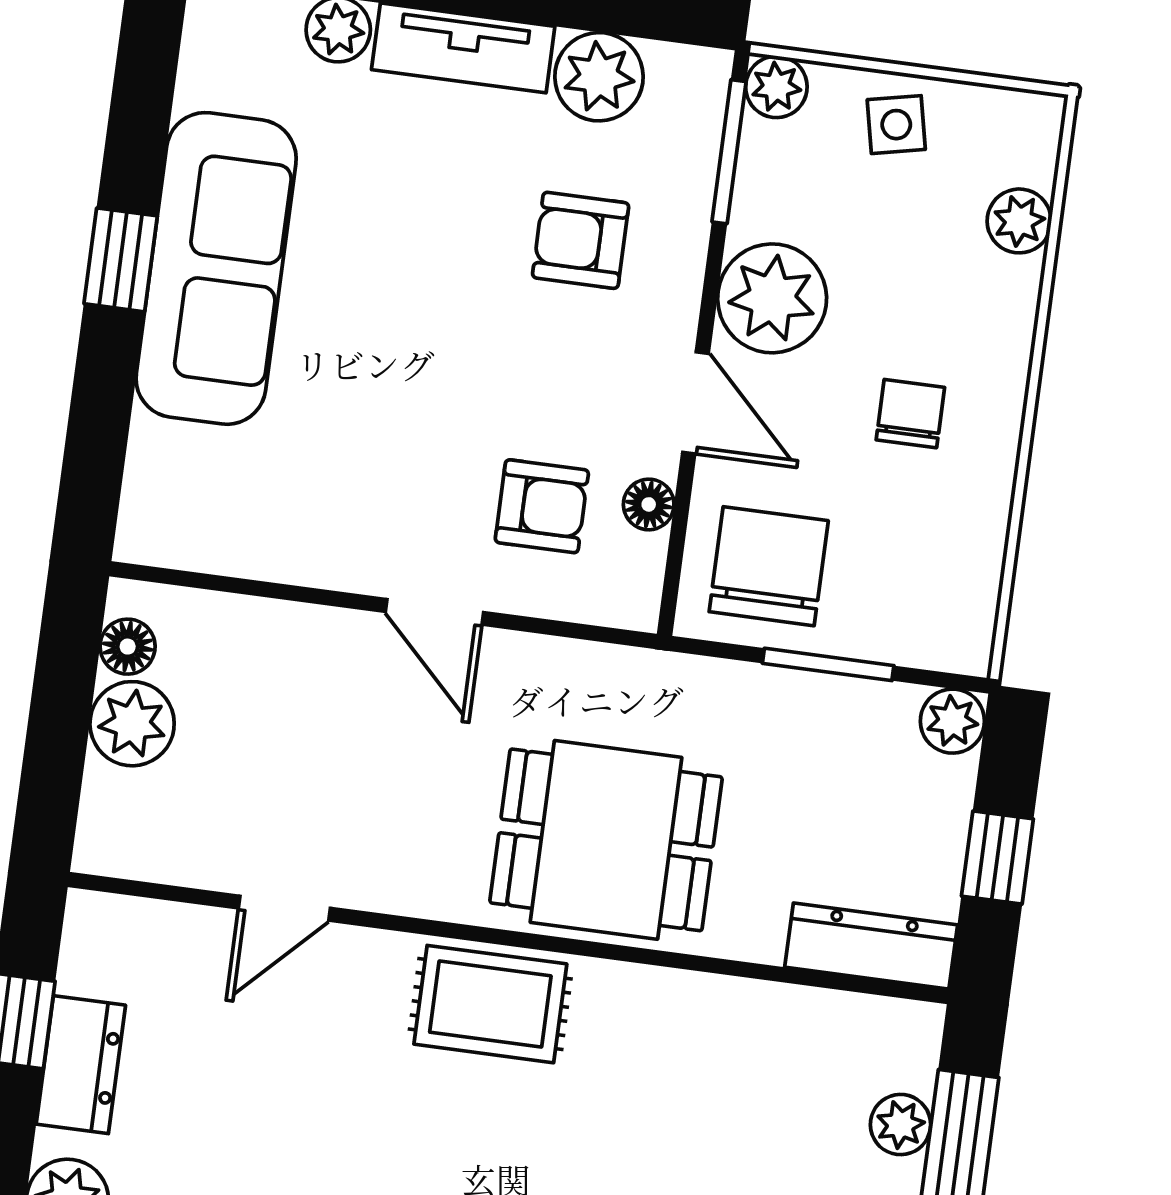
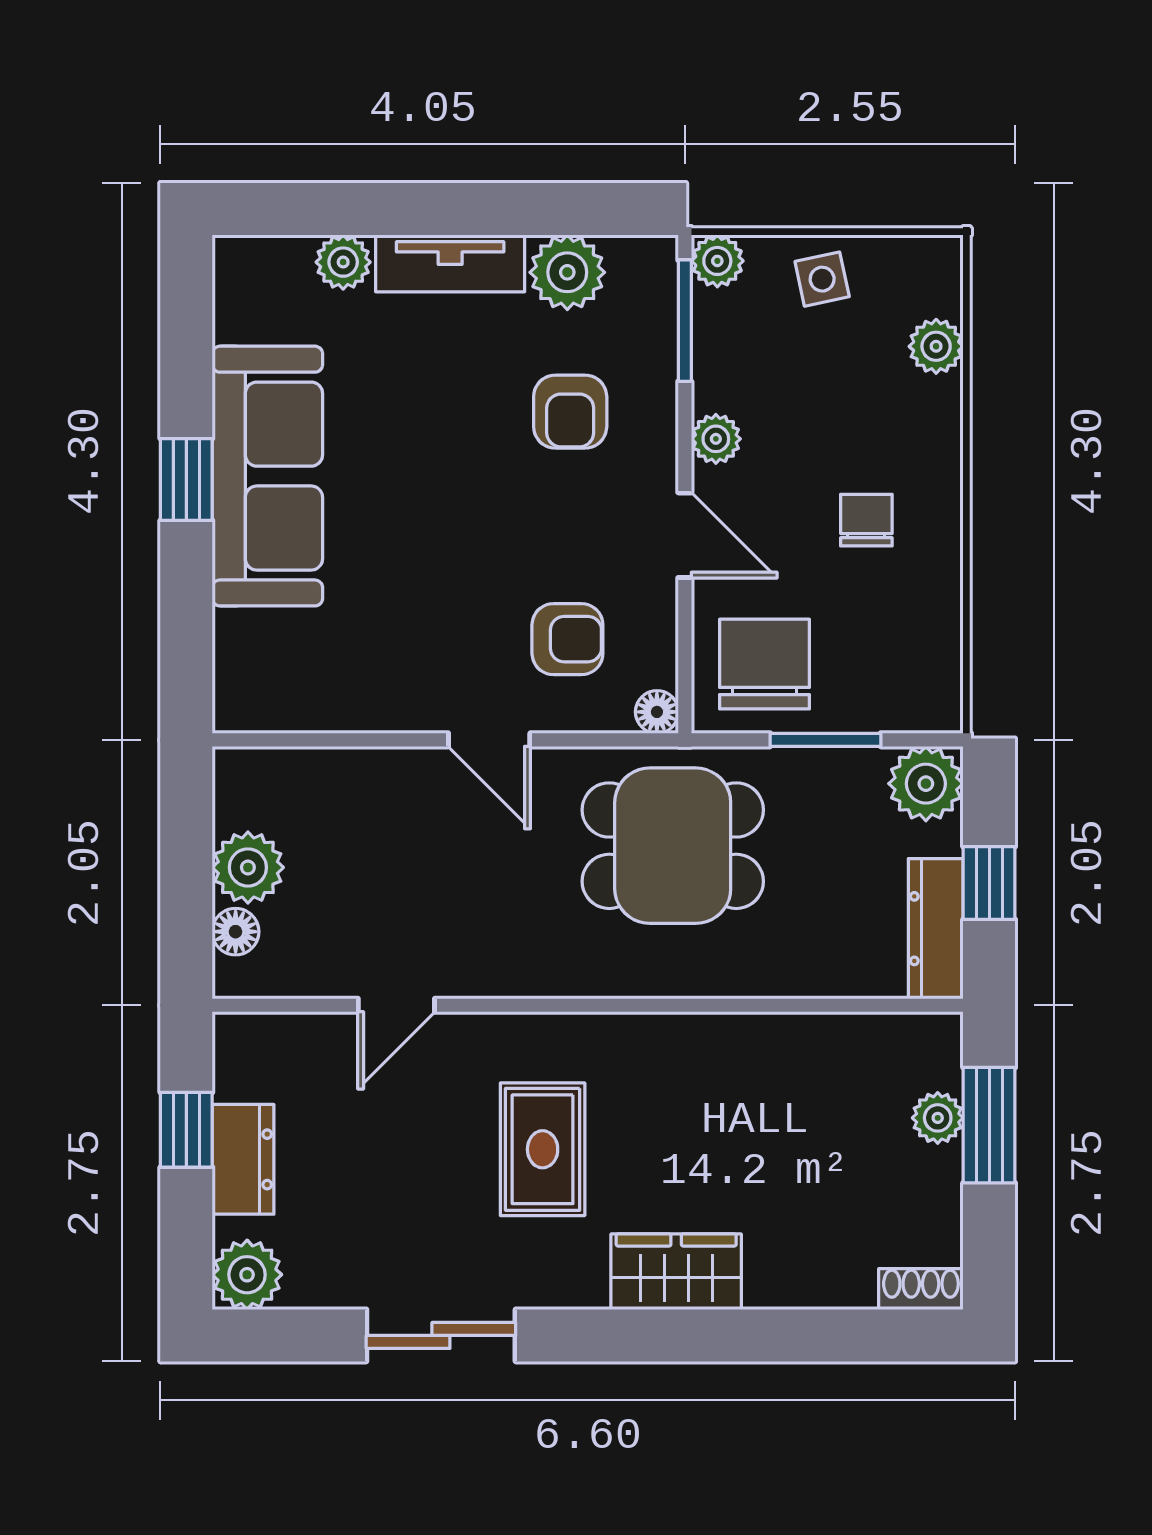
armchair: (581, 240) -> (570, 412), turned -90
plant: (772, 298) -> (716, 439), width x0.53, depth x0.53
floor lamp: (649, 504) -> (657, 712), moved
floor lamp: (128, 647) -> (236, 932), moved
plant: (952, 721) -> (926, 784), width x1.38, depth x1.38
dining table: (606, 840) -> (673, 846), moved
dresser: (871, 946) -> (936, 929), moved, turned -90
rug: (490, 1004) -> (543, 1149), moved, turned 90

